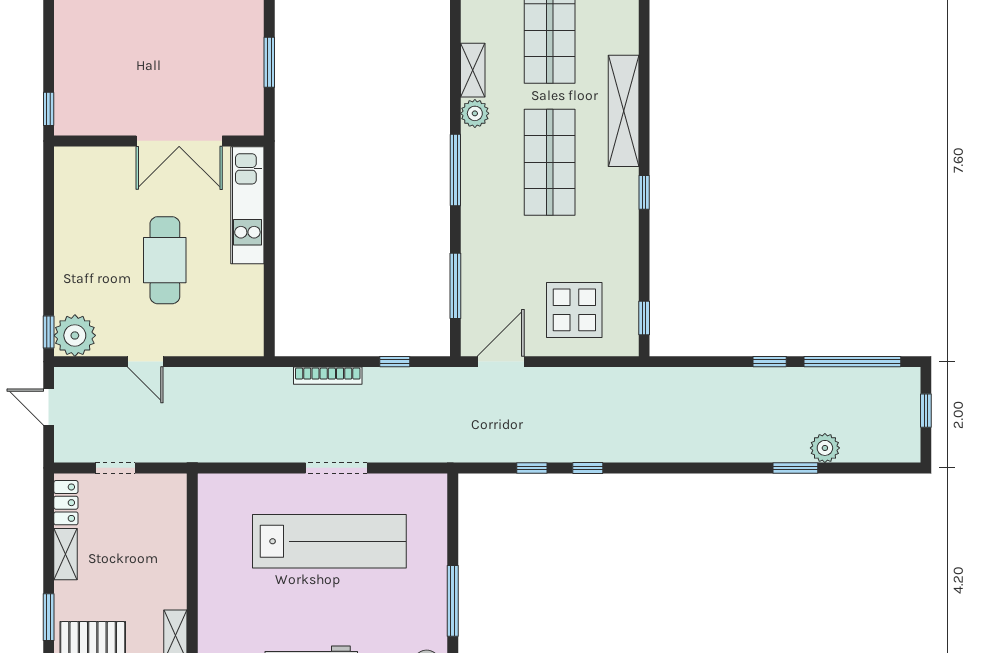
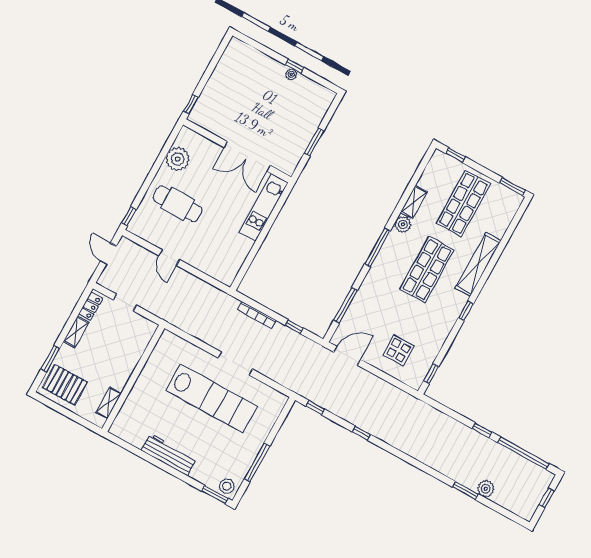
cafe table: (165, 260) -> (178, 204), moved, turned 90
display table: (574, 310) -> (398, 350), width x0.73, depth x0.73
plant: (75, 335) -> (178, 159), moved
window: (532, 468) -> (315, 408), moved

